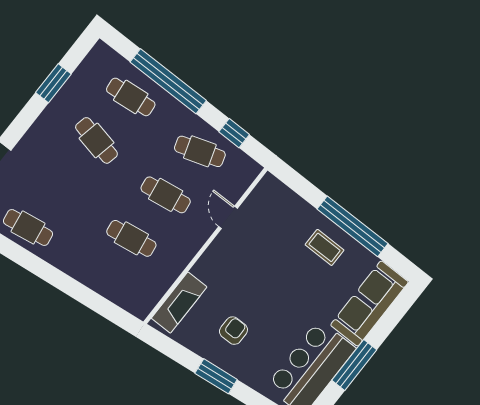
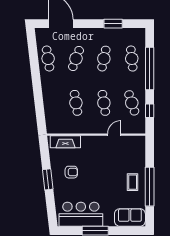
cafe table: (62, 184) -> (76, 59), added
sofa: (369, 303) -> (130, 217), width x0.73

